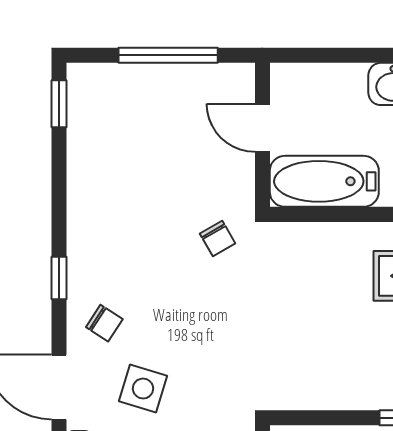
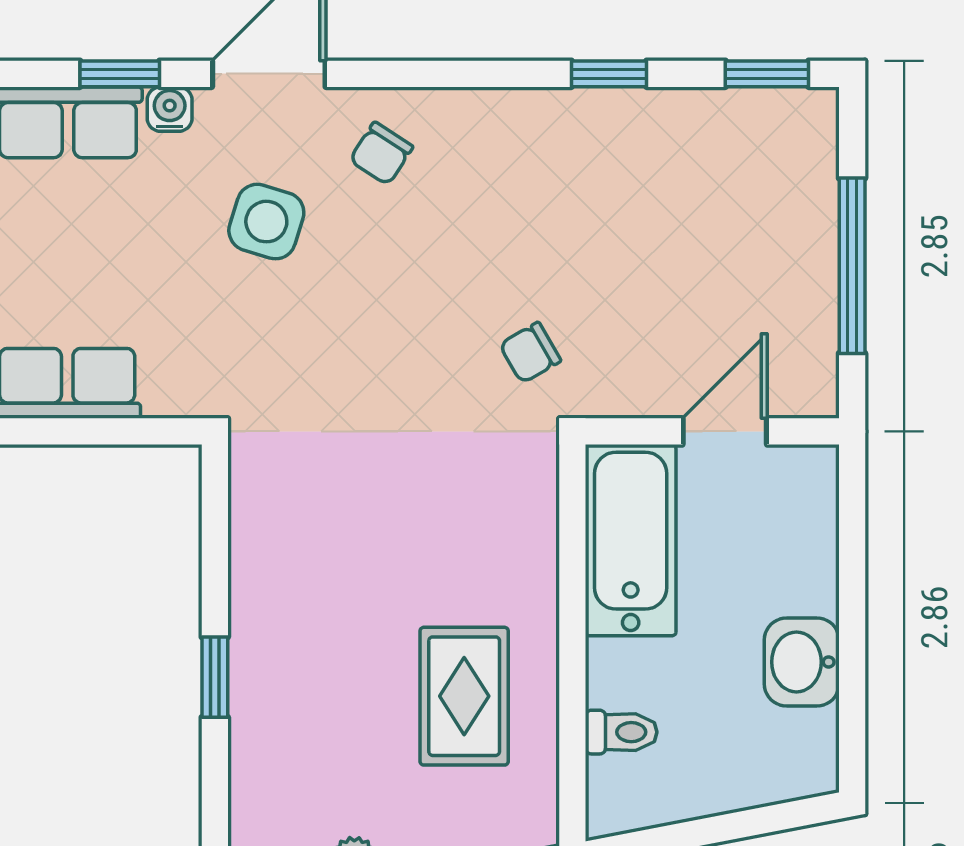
window: (59, 278) -> (609, 74), moved

